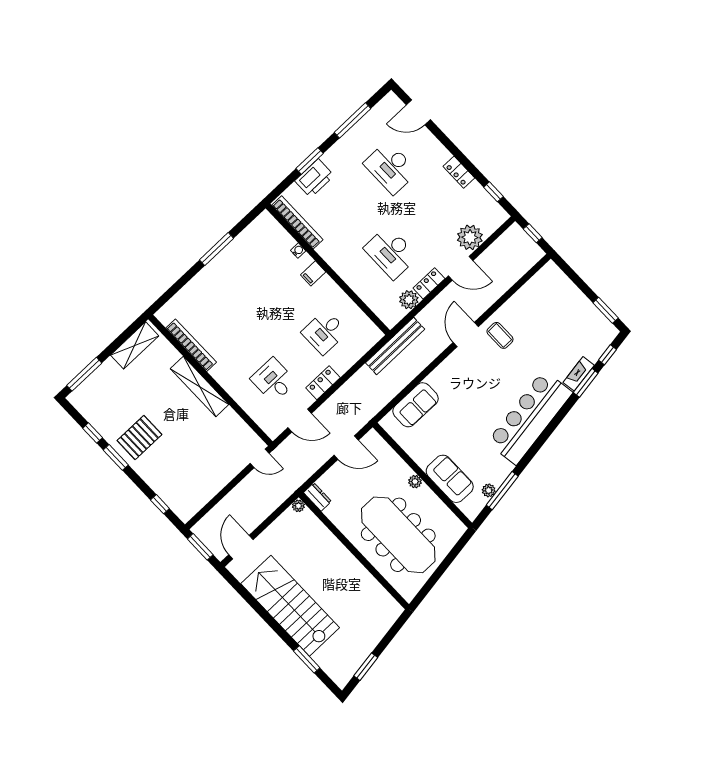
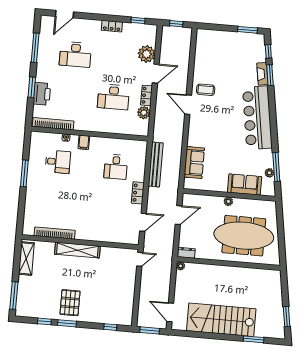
bench: (395, 346) -> (156, 164), moved
desk: (273, 380) -> (58, 162), moved, turned 180

